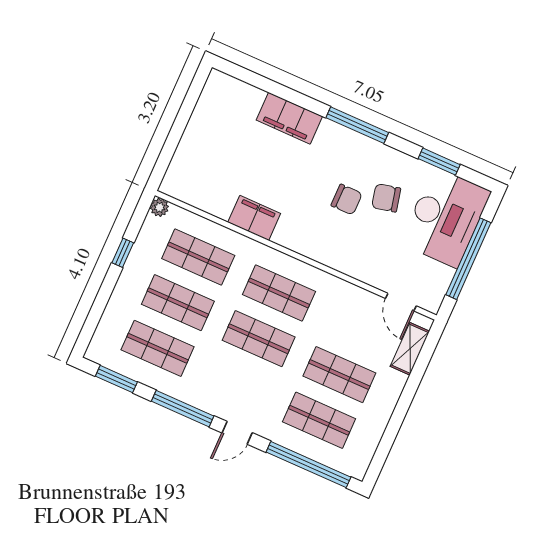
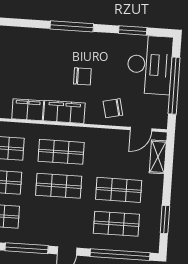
filing cabinet: (289, 118) -> (64, 112), moved, turned 180
chair: (386, 198) -> (113, 108), moved
door: (401, 302) -> (141, 129), hinge flipped
window: (388, 439) -> (165, 220), added

